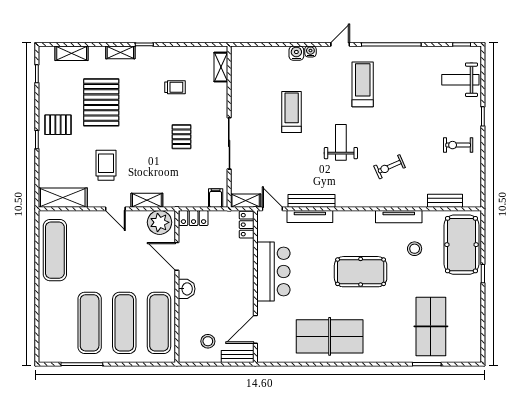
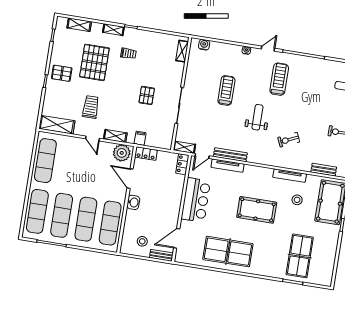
water cooler: (296, 53) -> (204, 45), moved
trolley: (175, 87) -> (128, 53), moved
filing cabinet: (216, 198) -> (140, 138), moved
door: (272, 209) -> (202, 156), swing flipped
exercise mat: (55, 323) -> (37, 211), added

